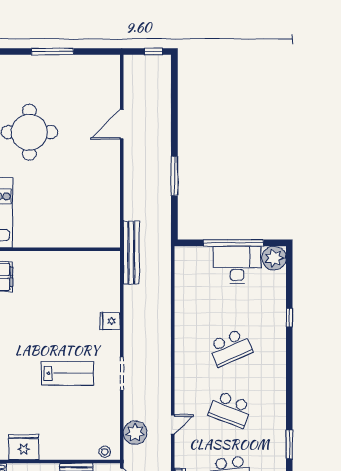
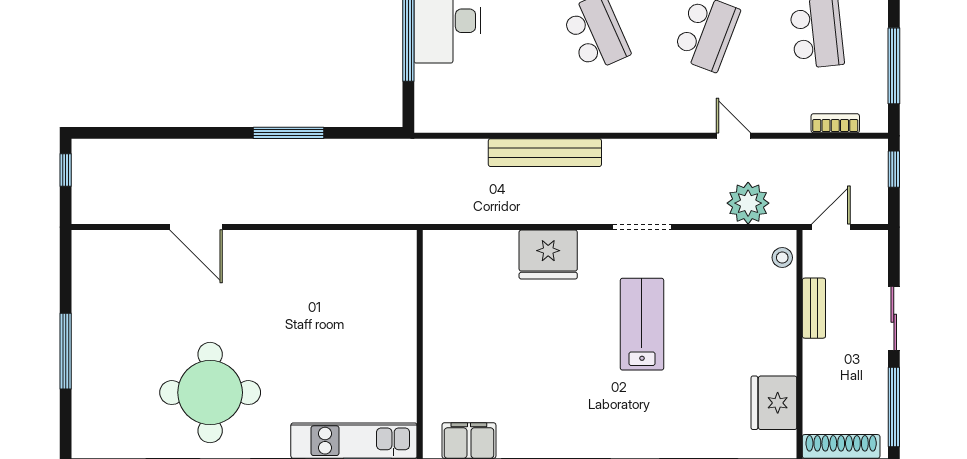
bench: (131, 253) -> (545, 153), moved
fridge: (110, 321) -> (548, 255), width x1.88, depth x1.34

